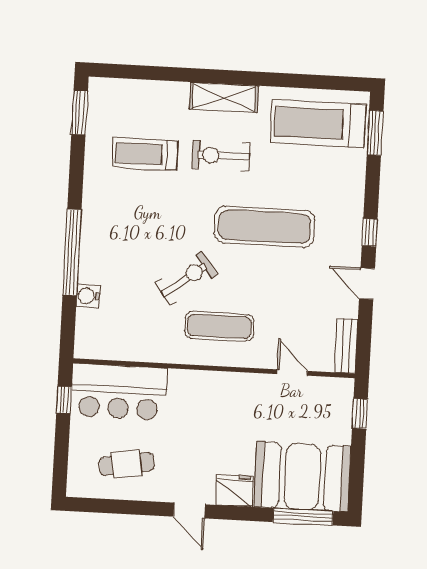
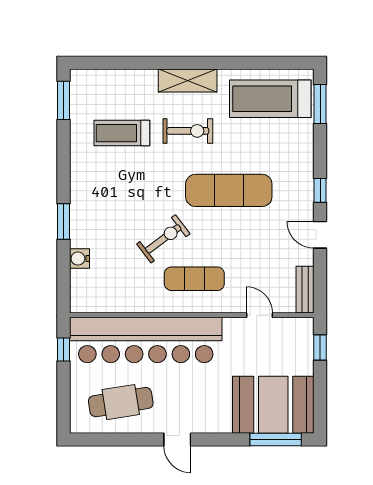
exercise bike: (221, 156) -> (188, 131), turned 180
window: (72, 252) -> (63, 222), width x0.47
bar counter: (119, 392) -> (146, 340), width x1.86
cafe table: (127, 464) -> (121, 402), width x1.37, depth x1.35
fridge: (235, 490) -> (215, 420), removed

